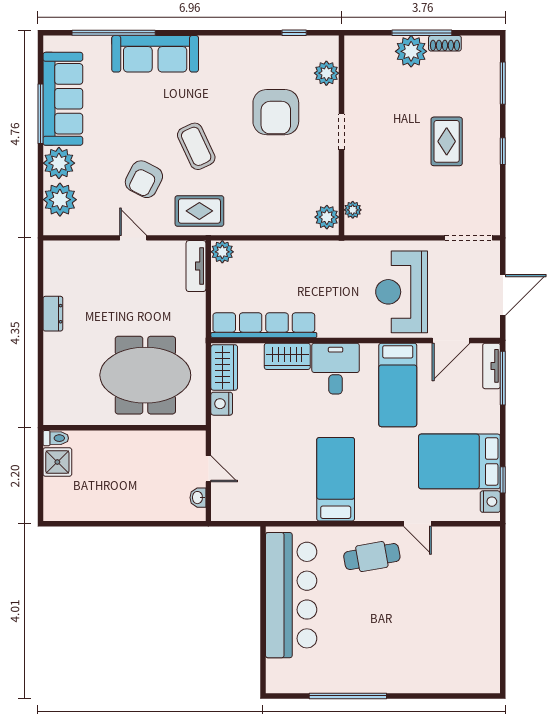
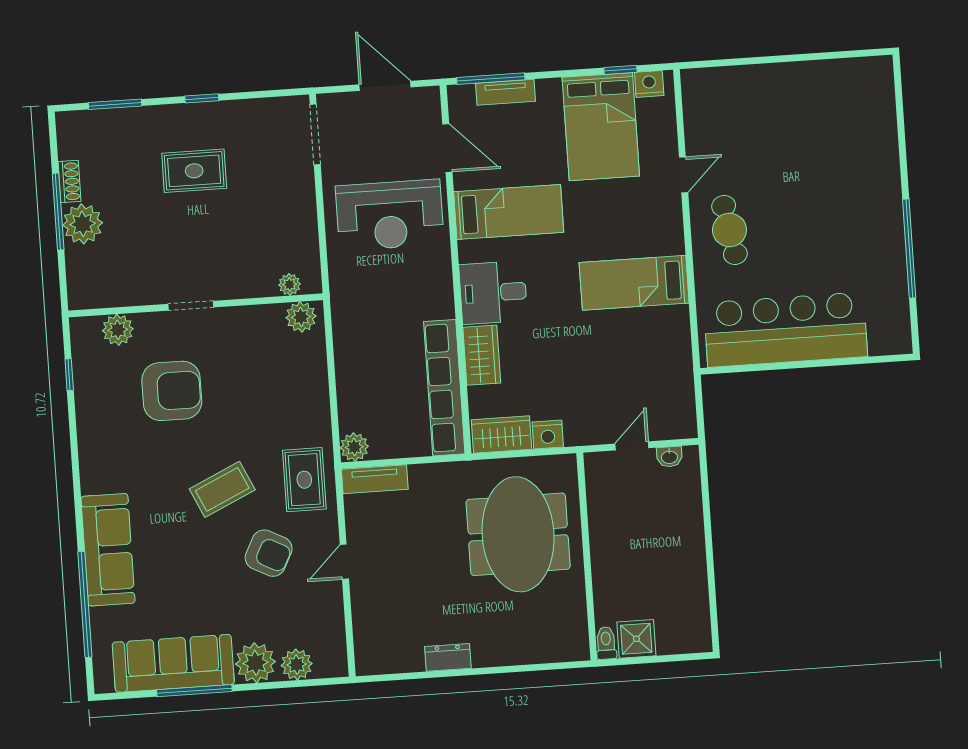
plant: (60, 200) -> (297, 665), width x0.73, depth x0.73
tv unit: (492, 366) -> (506, 92), moved

